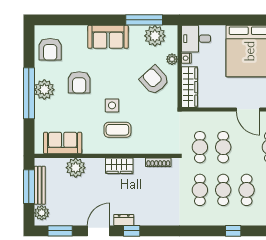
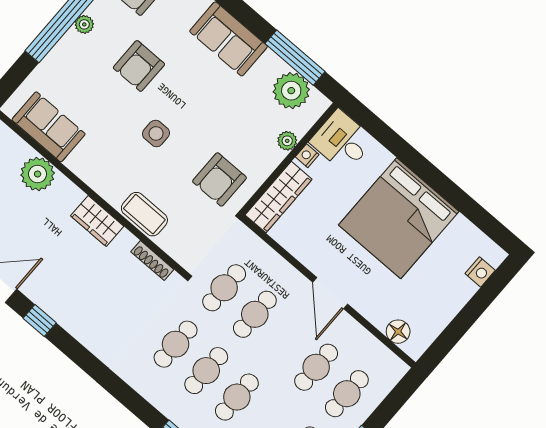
armchair: (154, 80) -> (219, 179), moved, turned -138
plant: (44, 90) -> (84, 24), width x0.53, depth x0.53
coffee table: (117, 130) -> (144, 214), moved
dresser: (124, 220) -> (42, 297), removed

